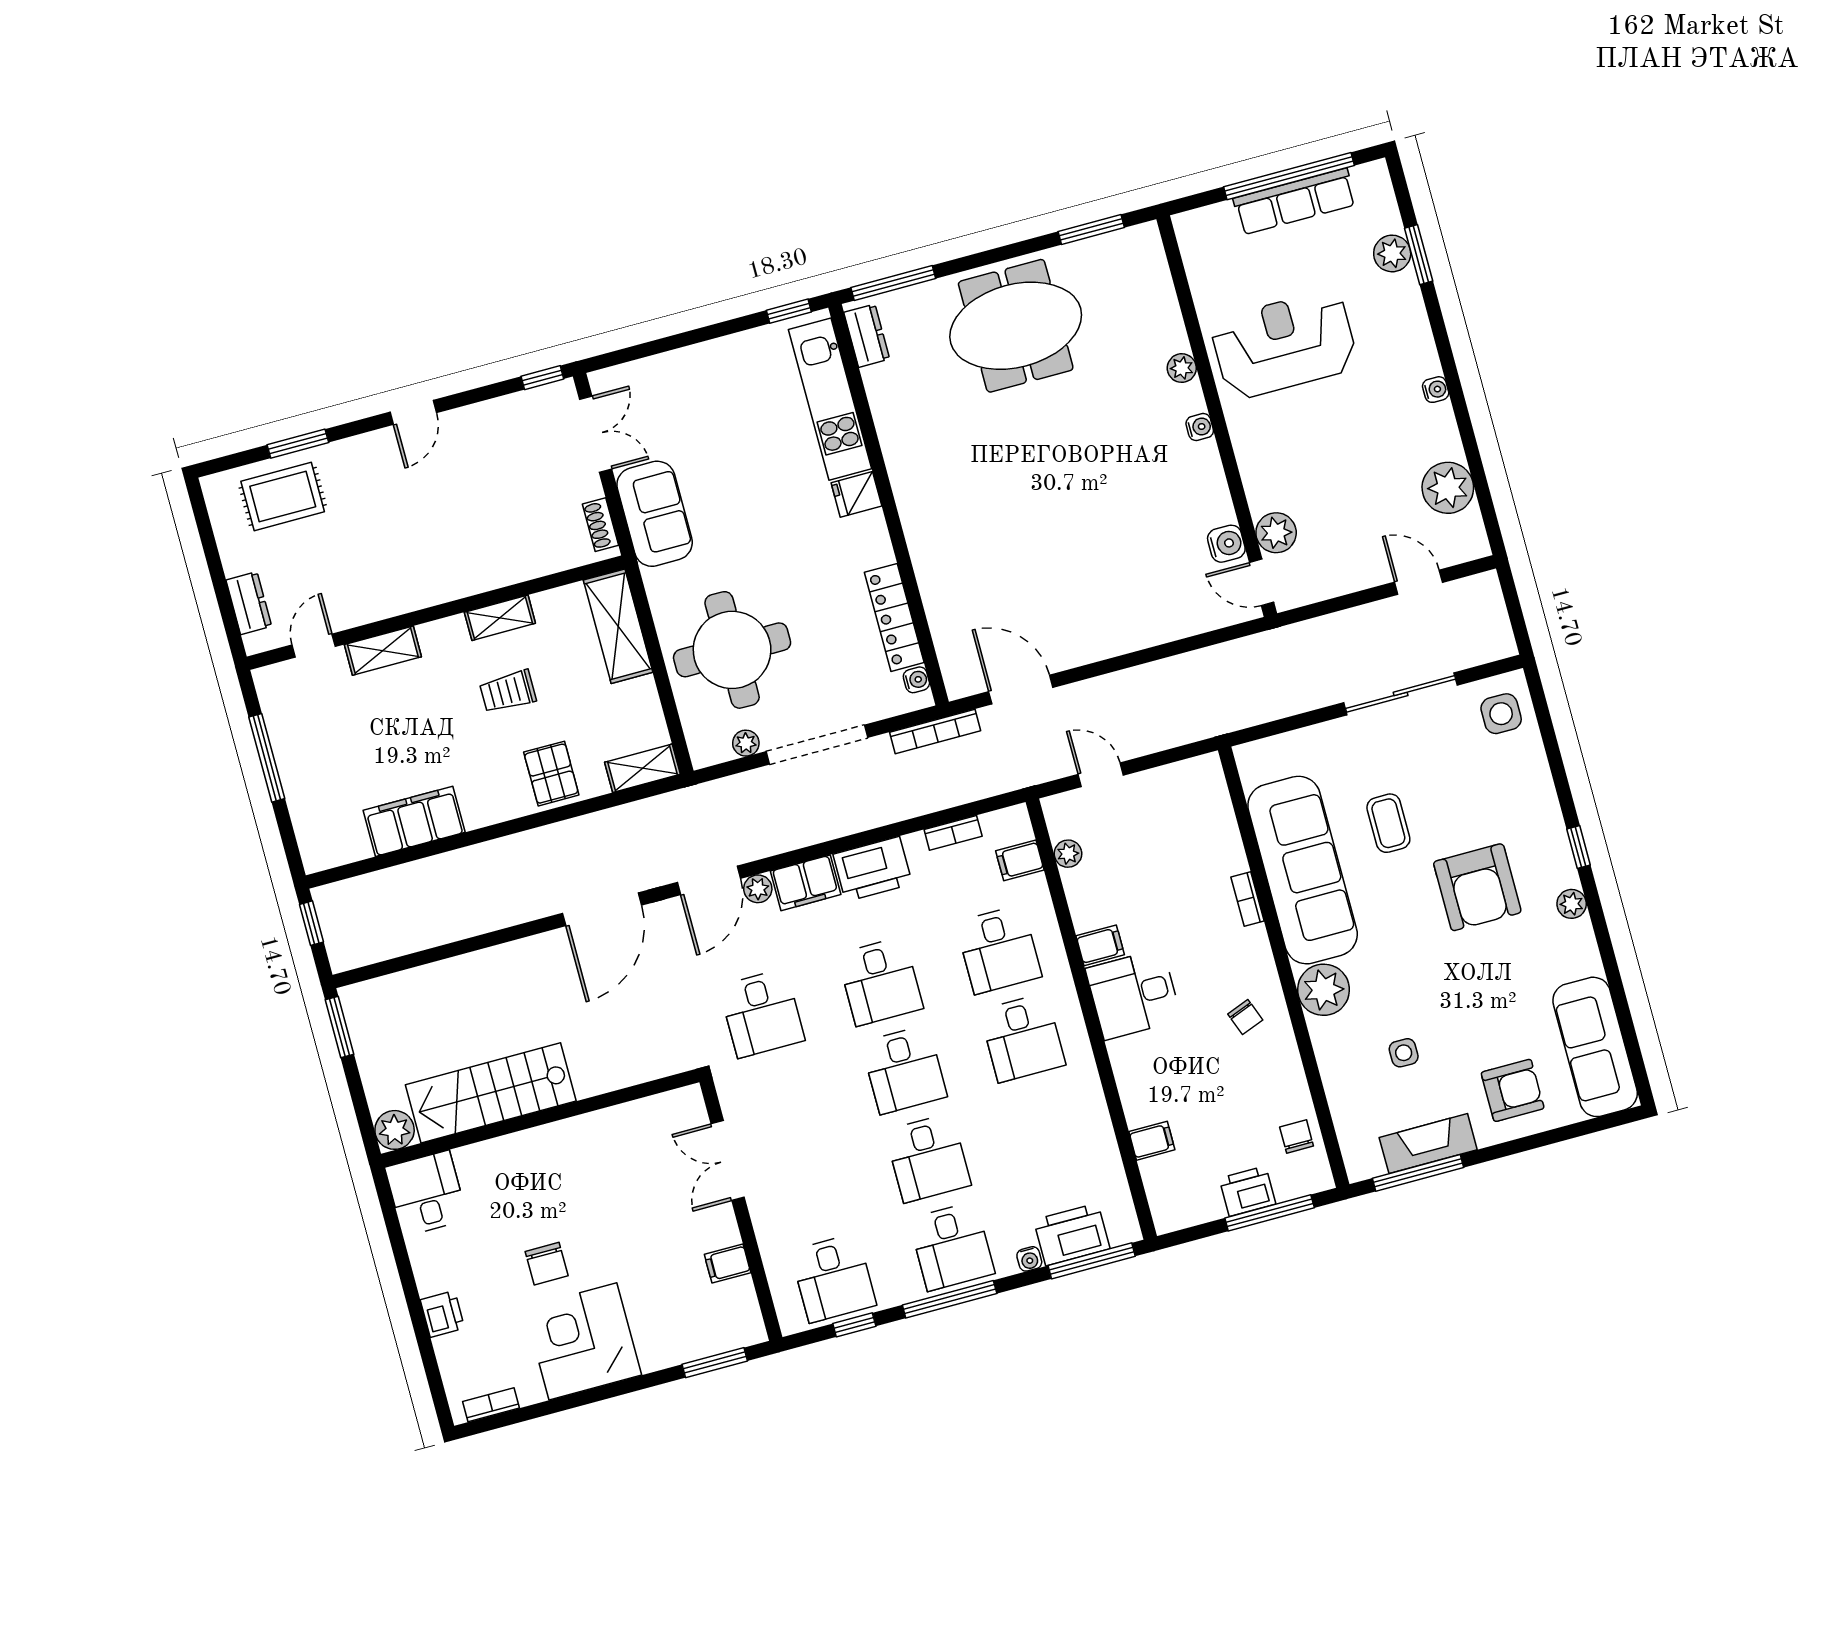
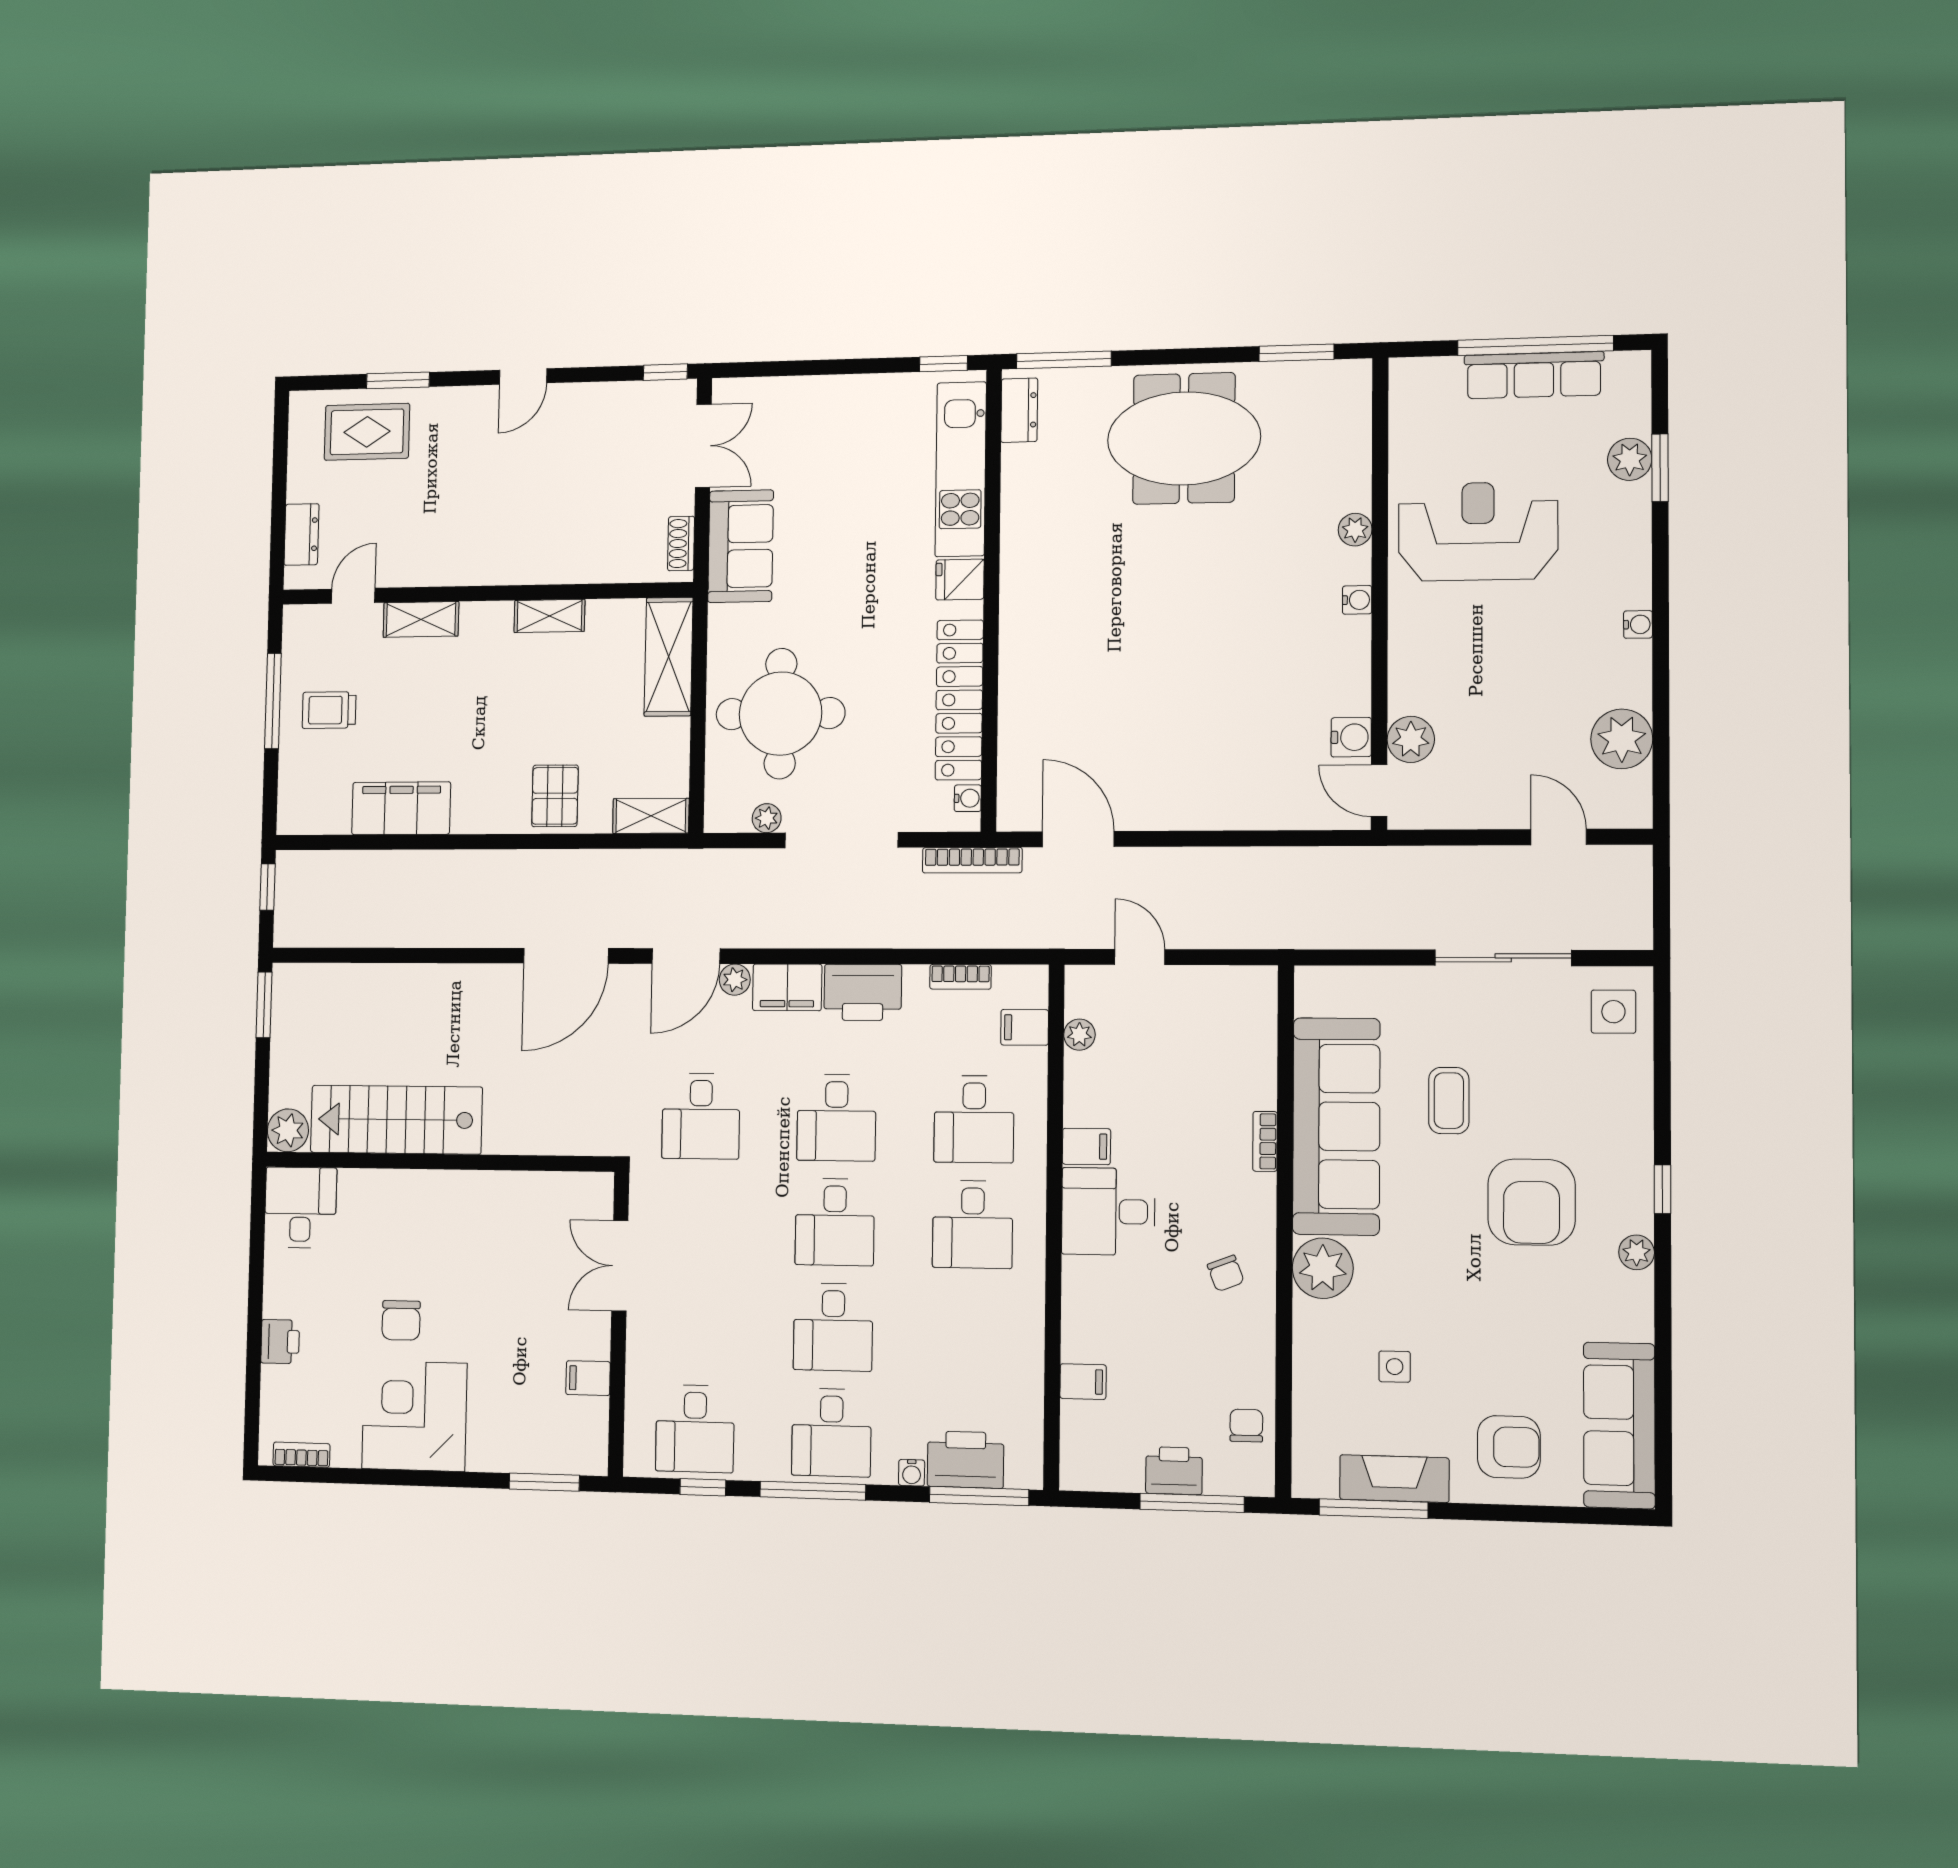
locker: (894, 617) -> (959, 700), width x1.41, depth x1.21
trolley: (508, 691) -> (329, 710), moved

